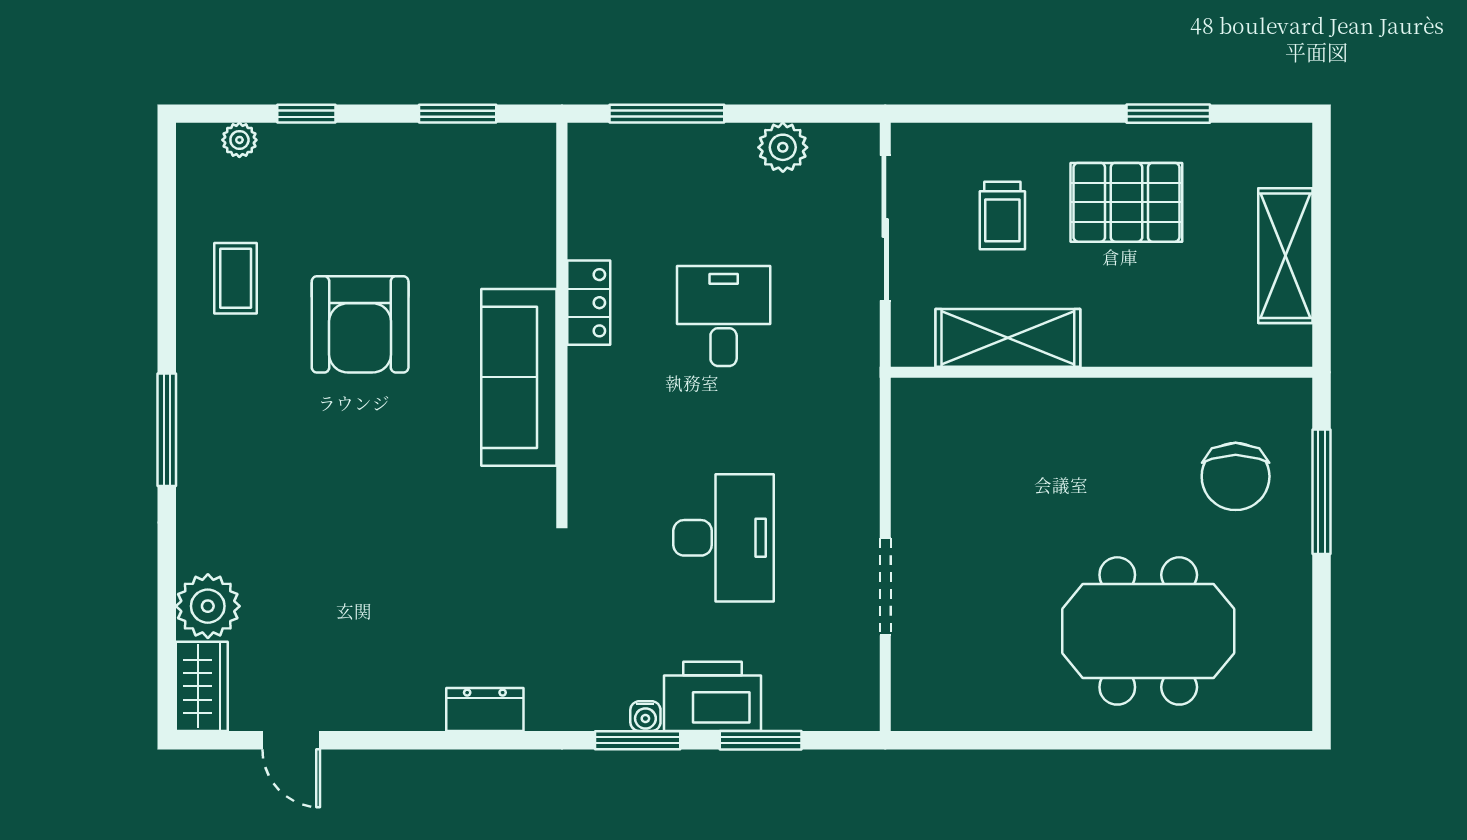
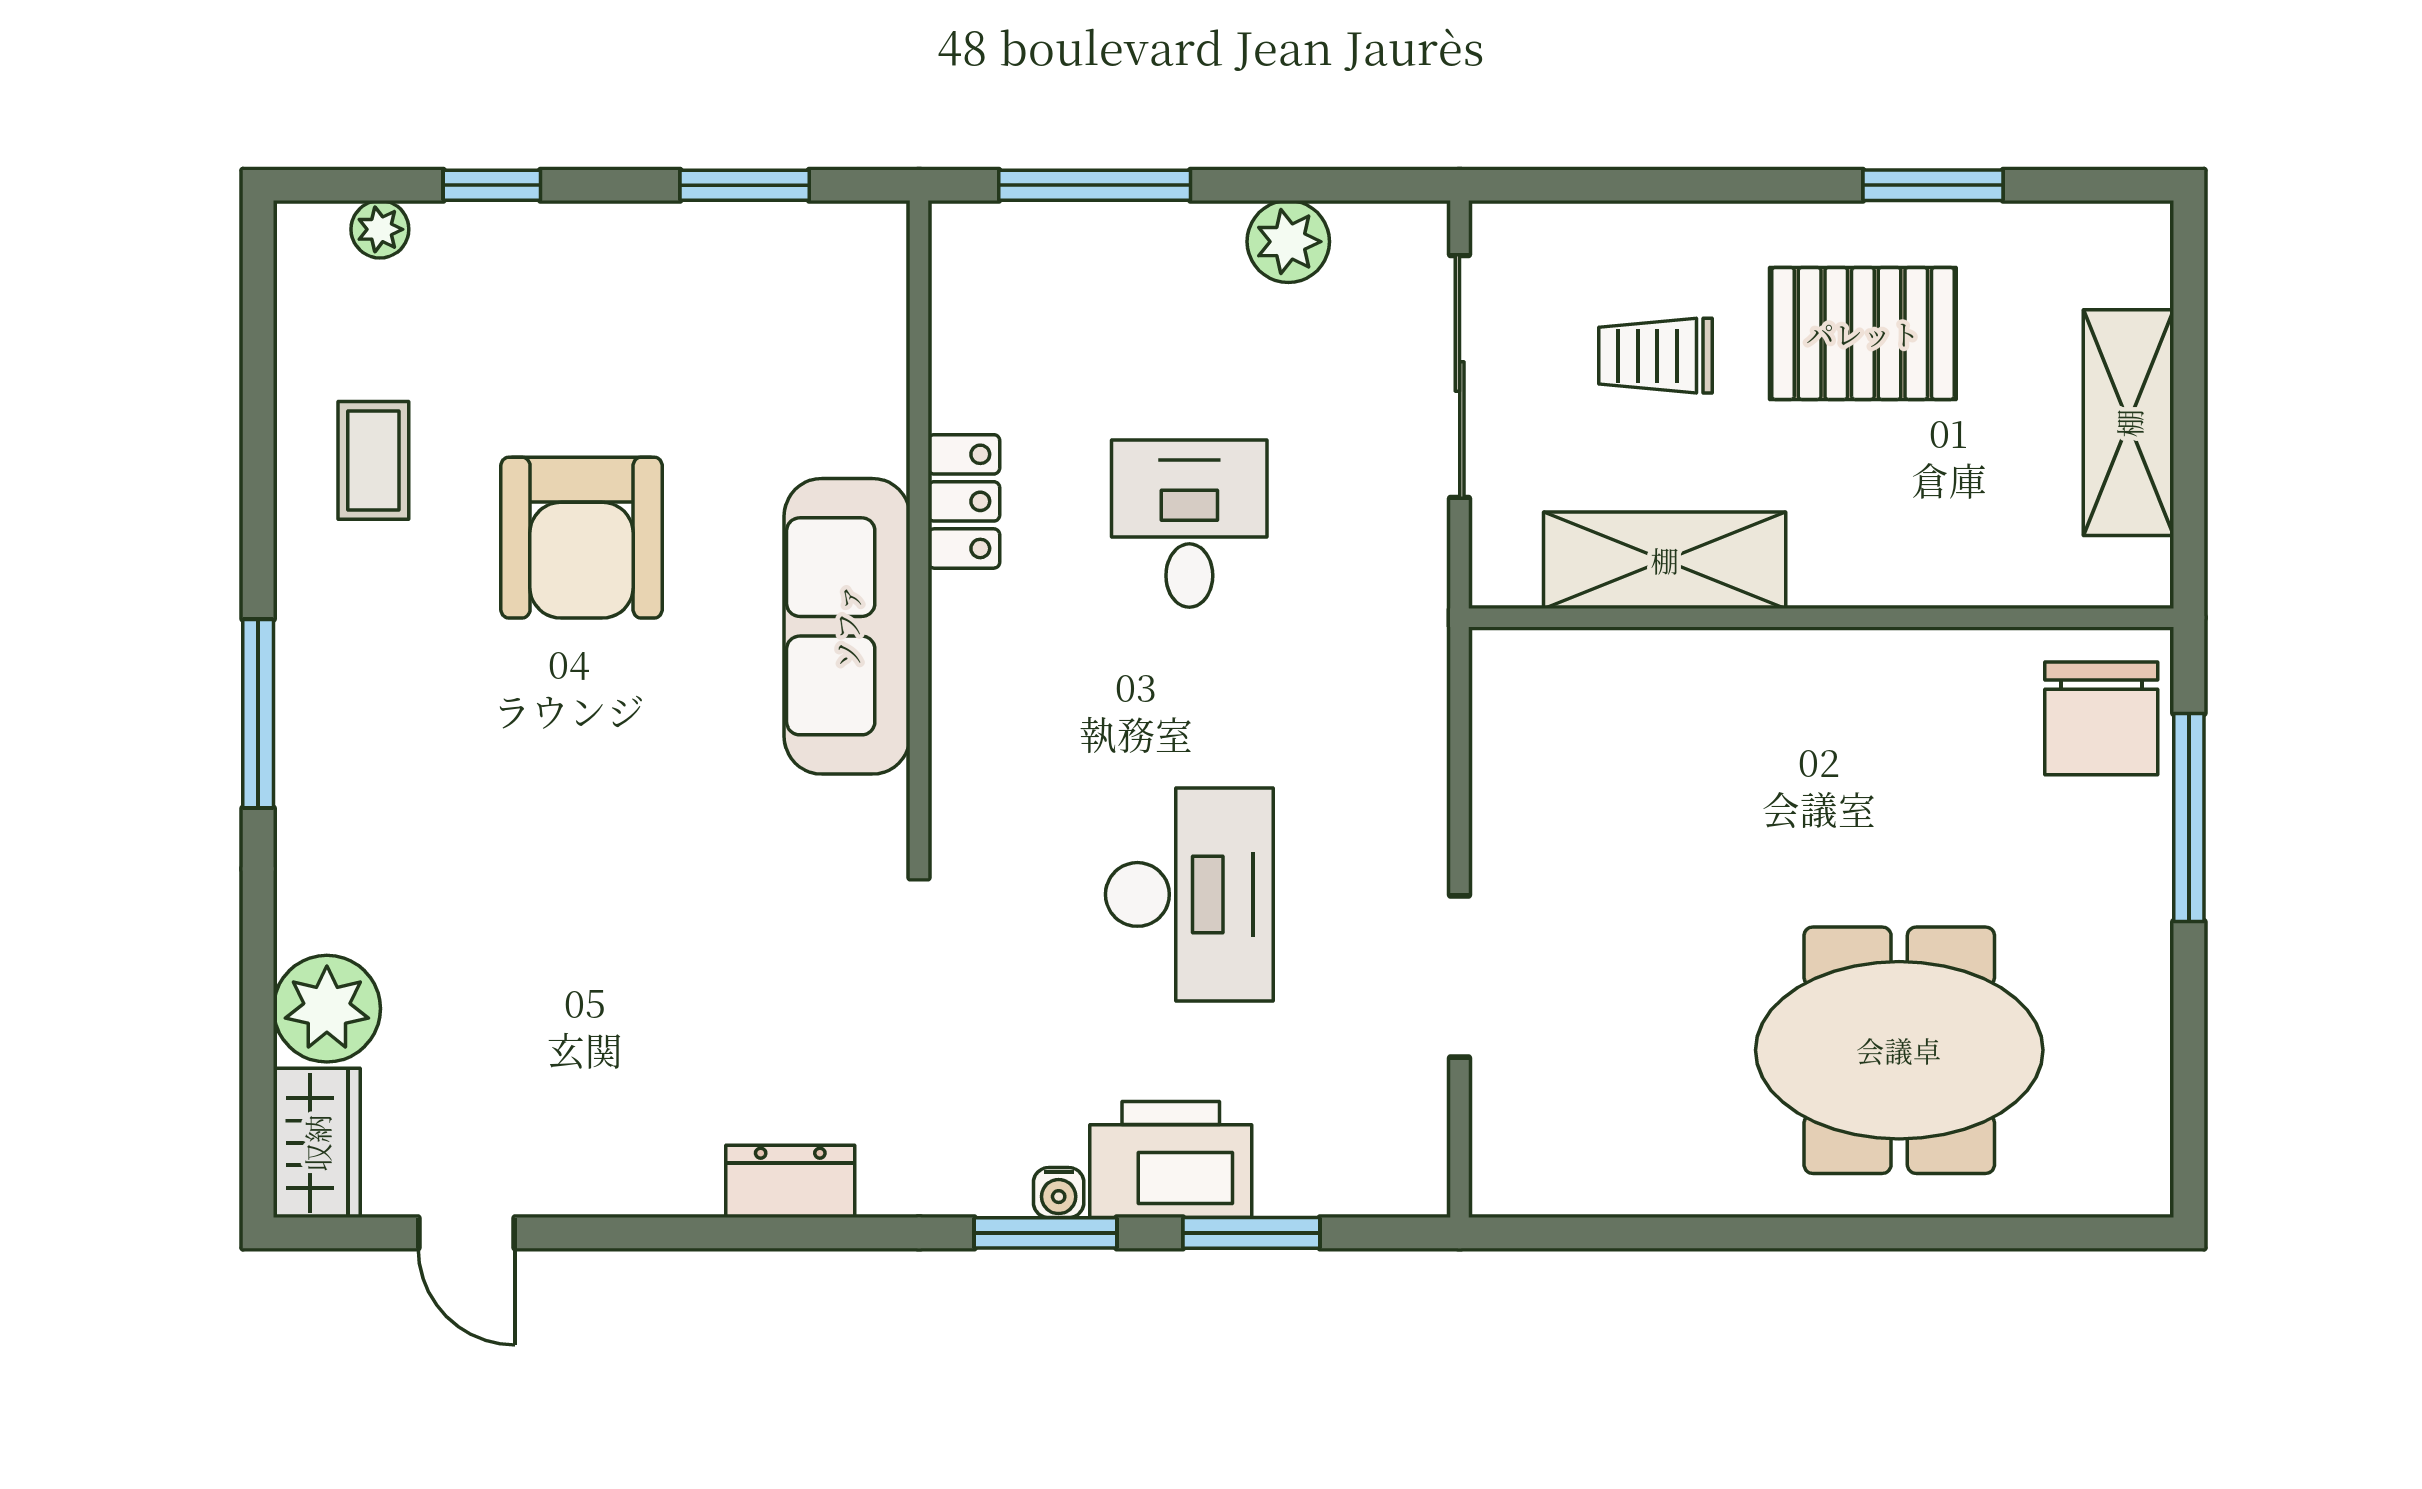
trolley: (1002, 216) -> (1655, 356), turned 90
chair: (1236, 476) -> (2101, 718), moved

